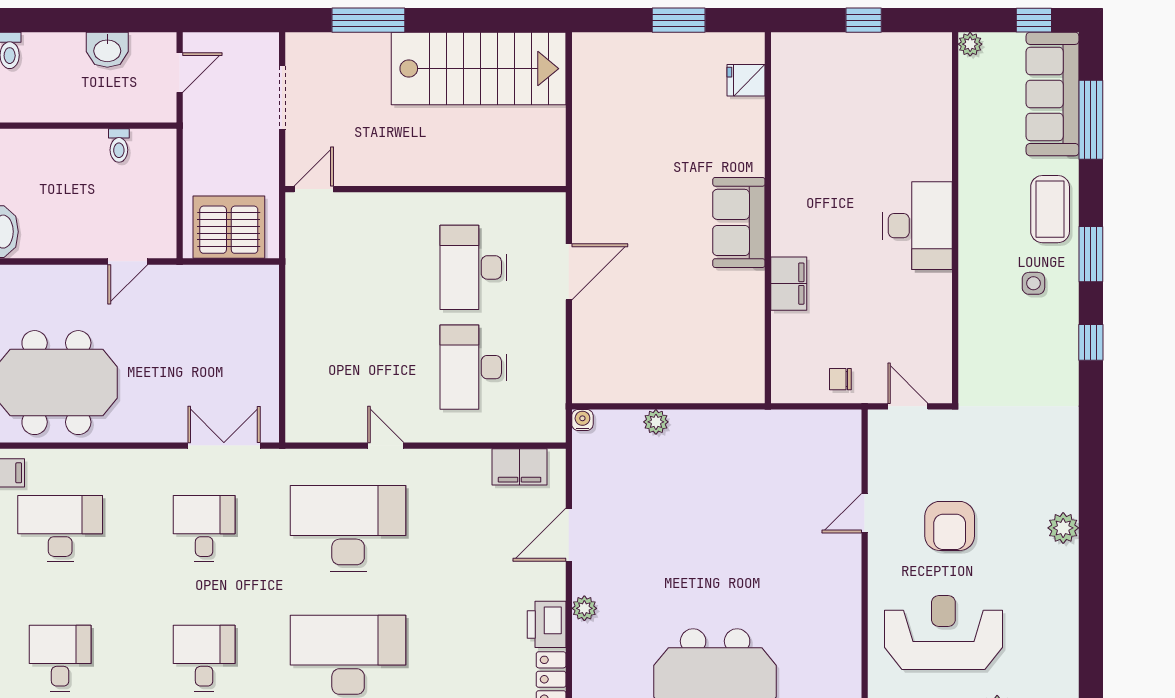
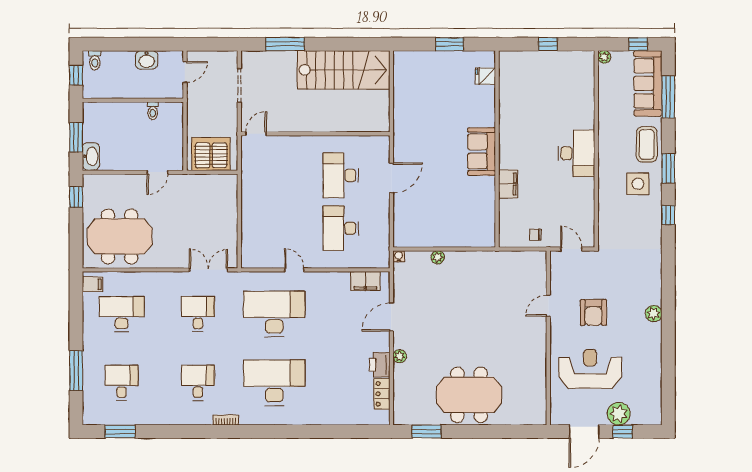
side table: (1033, 283) -> (638, 184), width x1.87, depth x1.87

